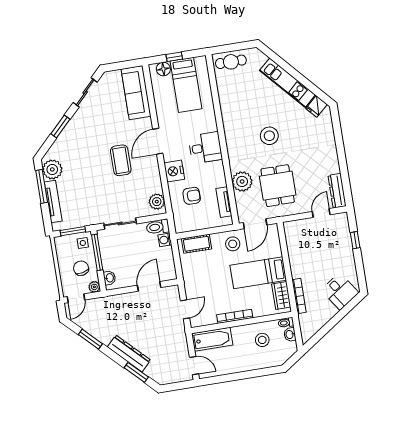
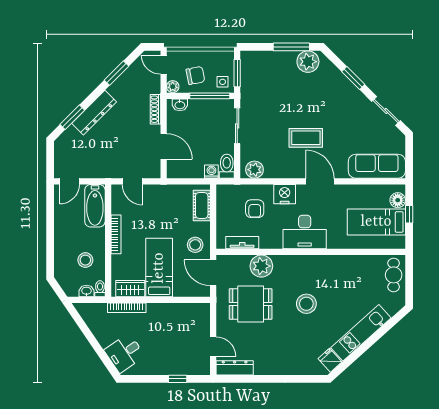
desk: (205, 148) -> (305, 232), width x1.37
tv unit: (53, 201) -> (273, 57), removed
shoe rack: (117, 299) -> (156, 109), added

